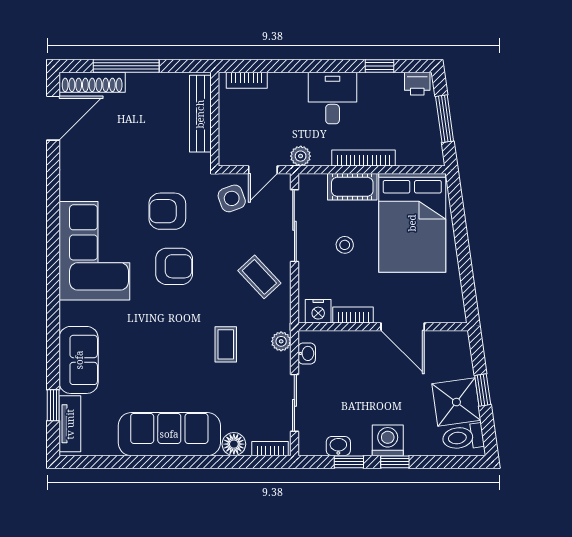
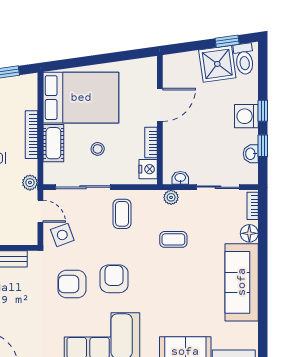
armchair: (167, 211) -> (72, 284), turned 90
coffee table: (259, 277) -> (122, 214), turned -47
window: (483, 390) -> (227, 41), moved

